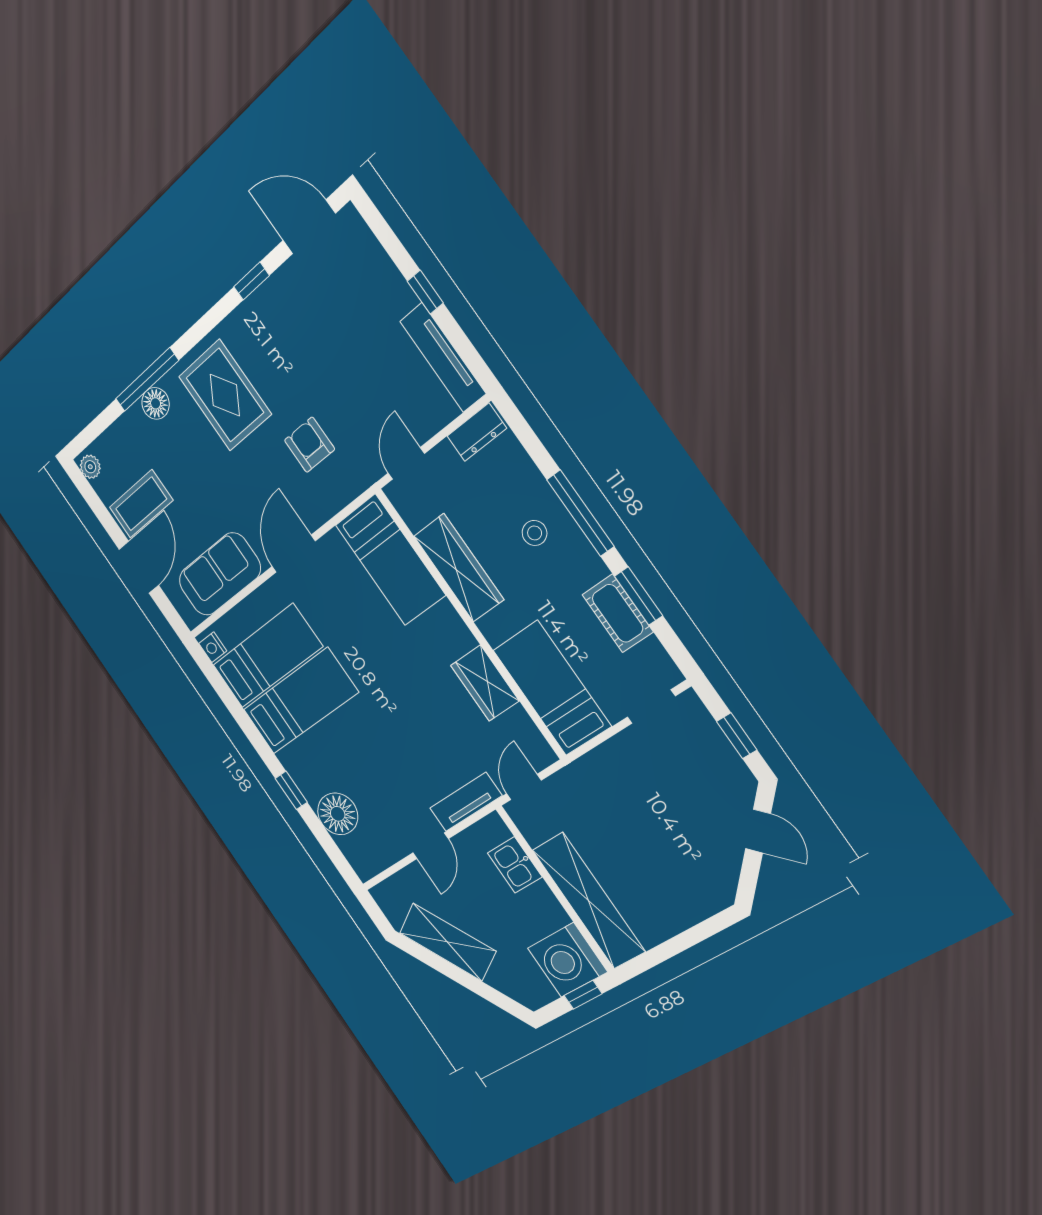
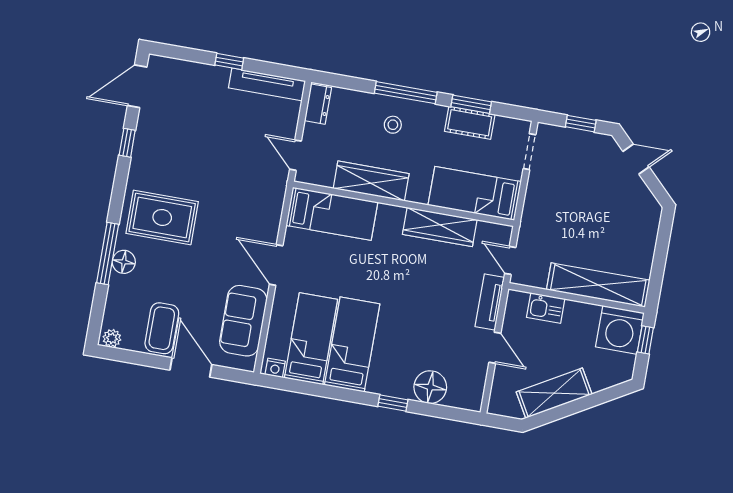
armchair: (310, 445) -> (234, 197), removed
wardrobe: (485, 683) -> (440, 227), width x1.50

